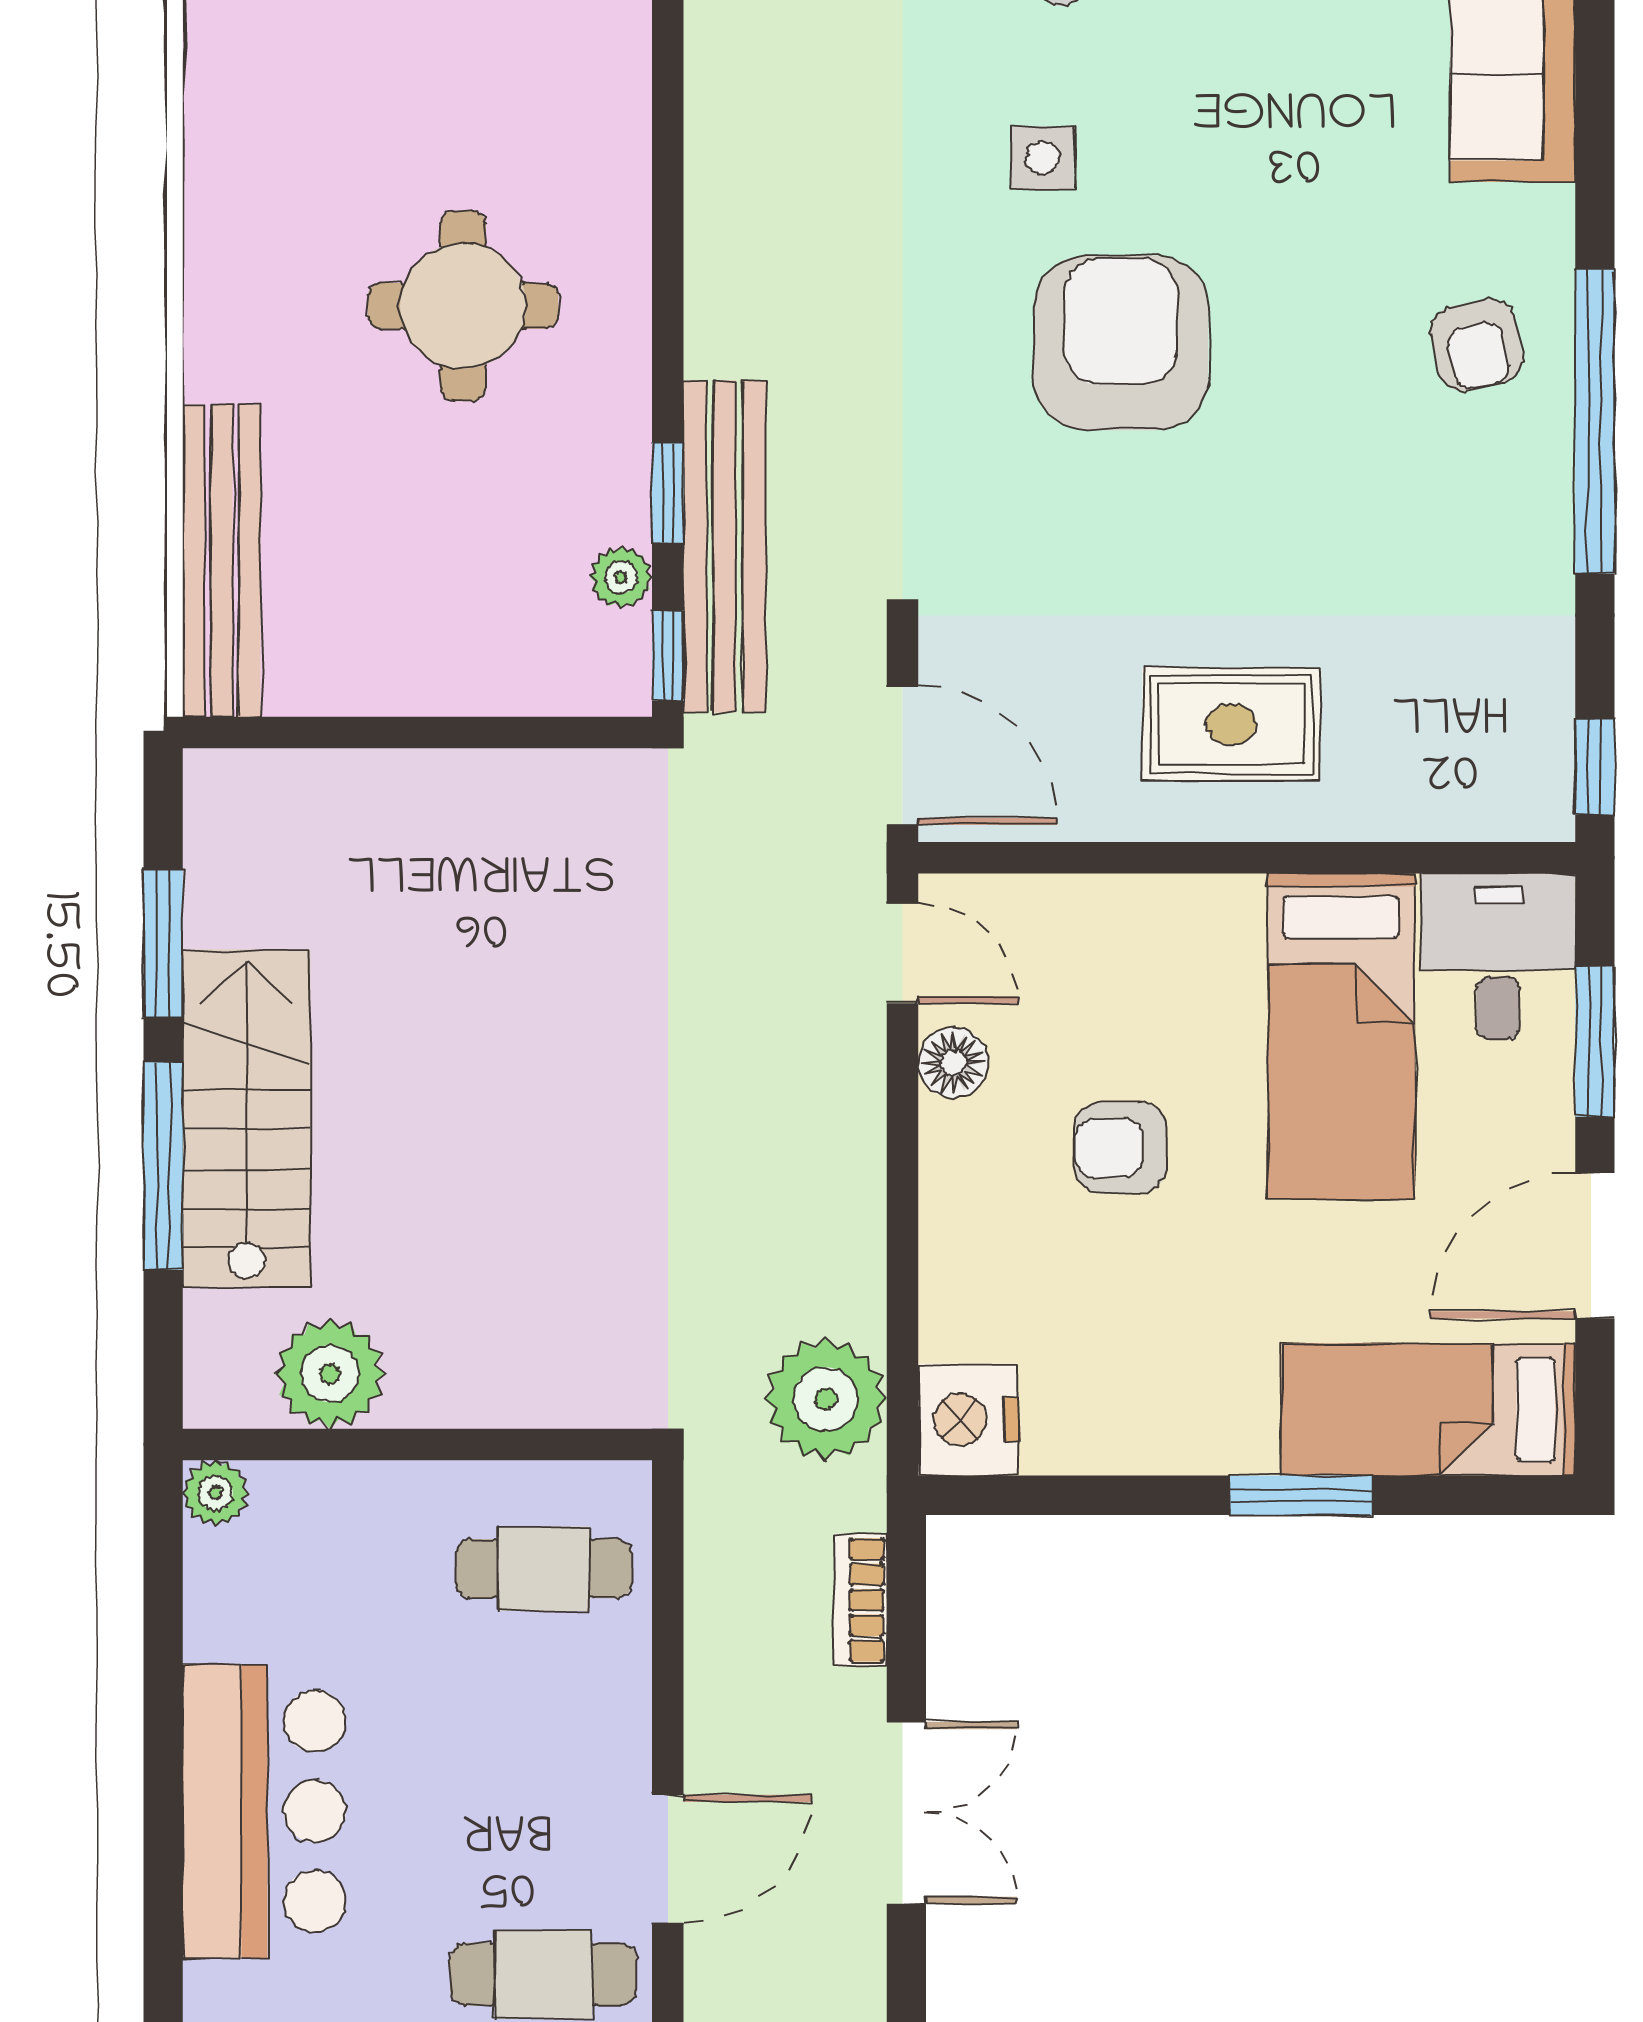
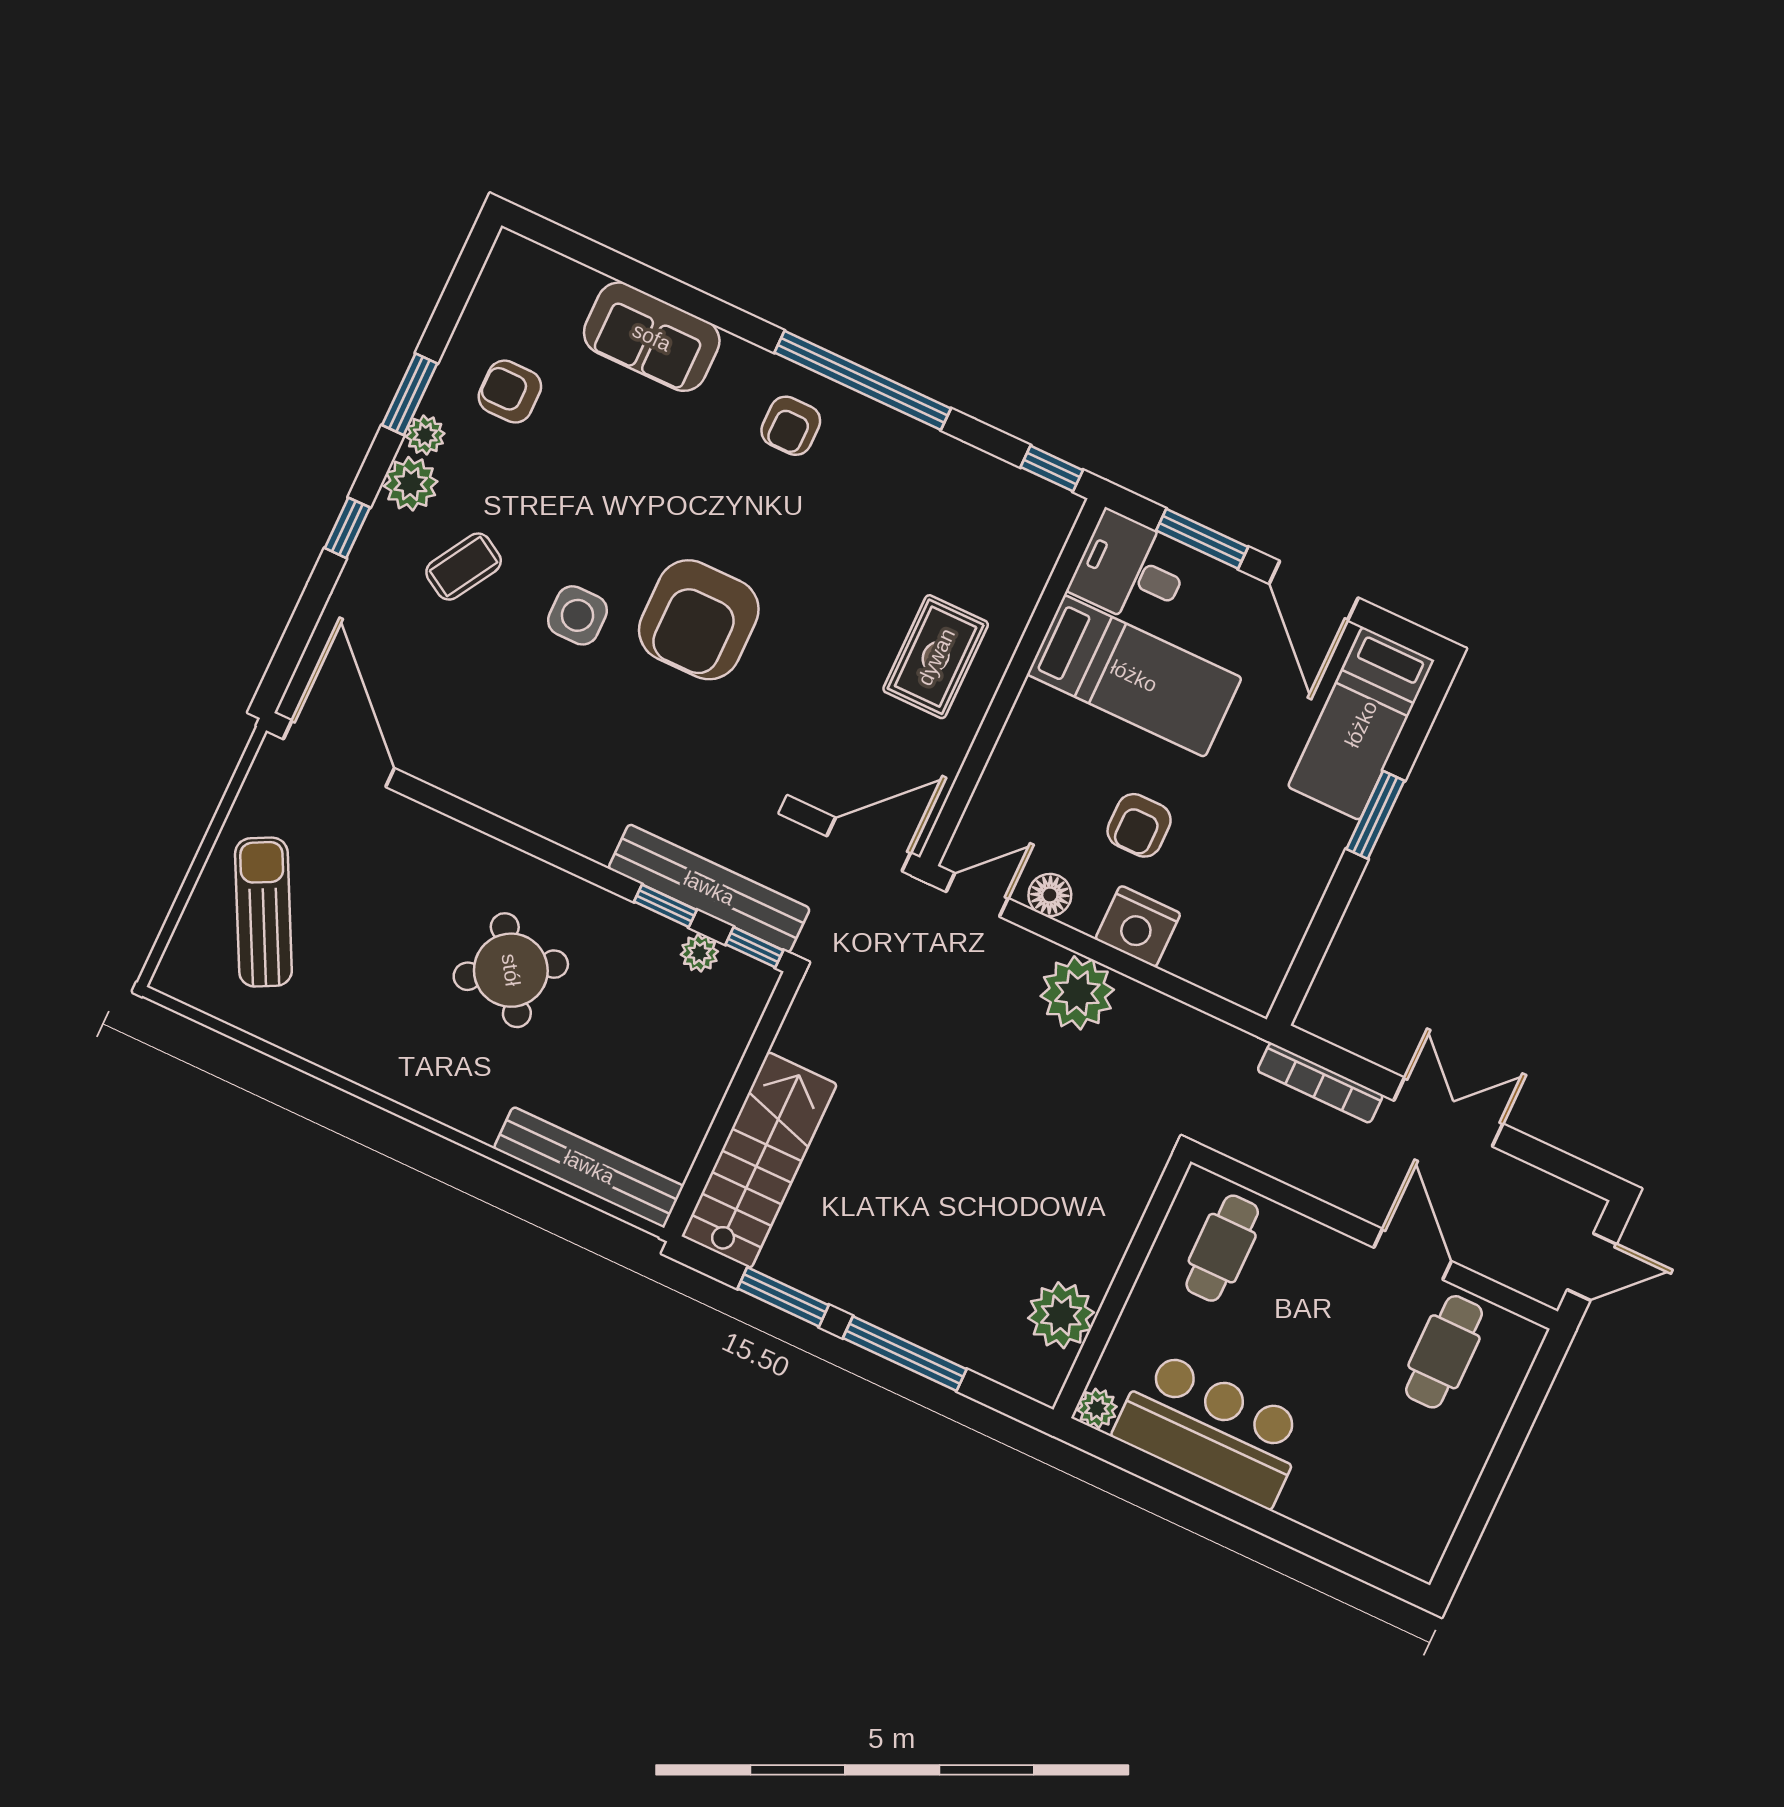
side table: (1042, 158) -> (577, 615), width x1.37, depth x1.37
round table: (463, 306) -> (511, 970), turned -33
armchair: (1121, 343) -> (699, 620), turned -90
armchair: (1476, 345) -> (791, 426), turned 102
stairs: (246, 1118) -> (759, 1160), moved, turned 90
plant: (826, 1399) -> (1077, 993), moved
nightstand: (968, 1420) -> (1138, 926), moved
bookcase: (860, 1600) -> (1320, 1083), width x1.56
bar counter: (264, 1811) -> (1211, 1429), moved

